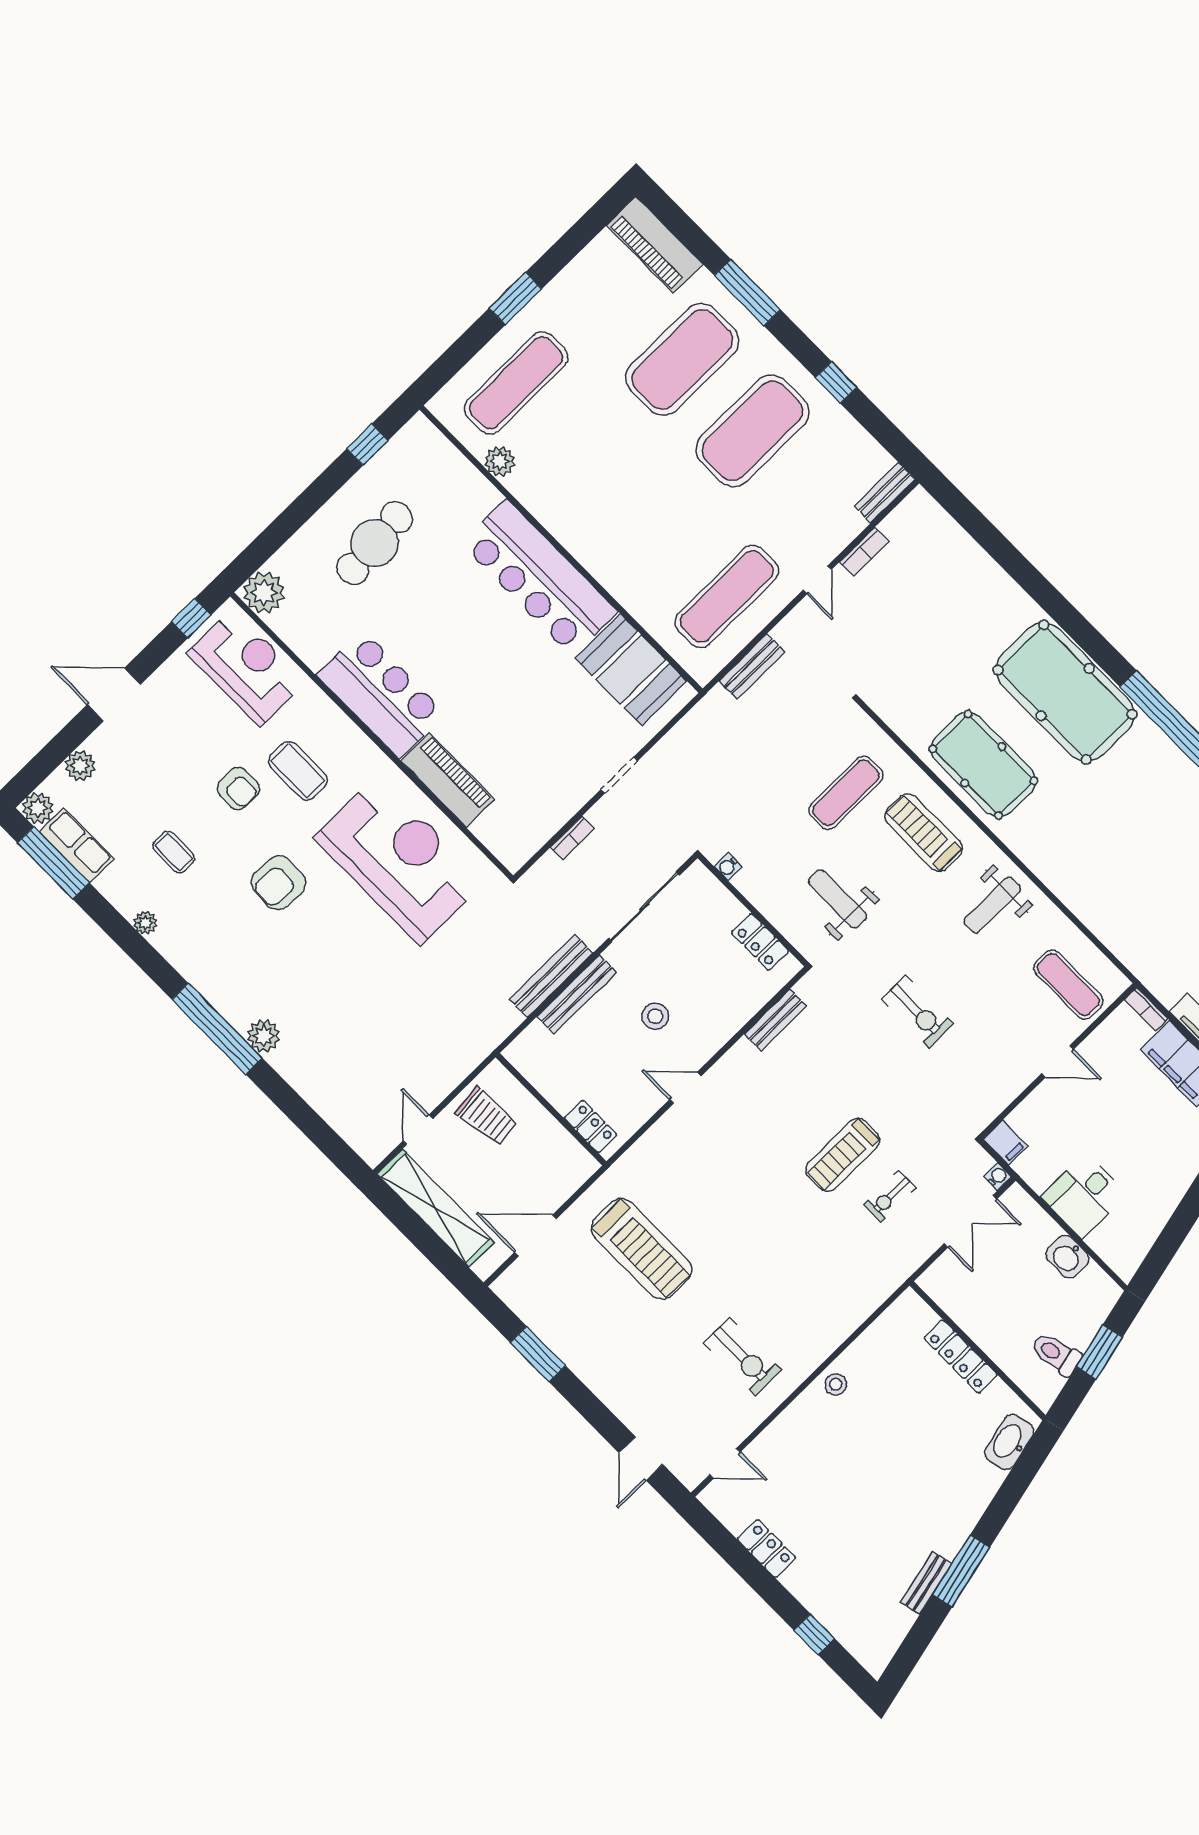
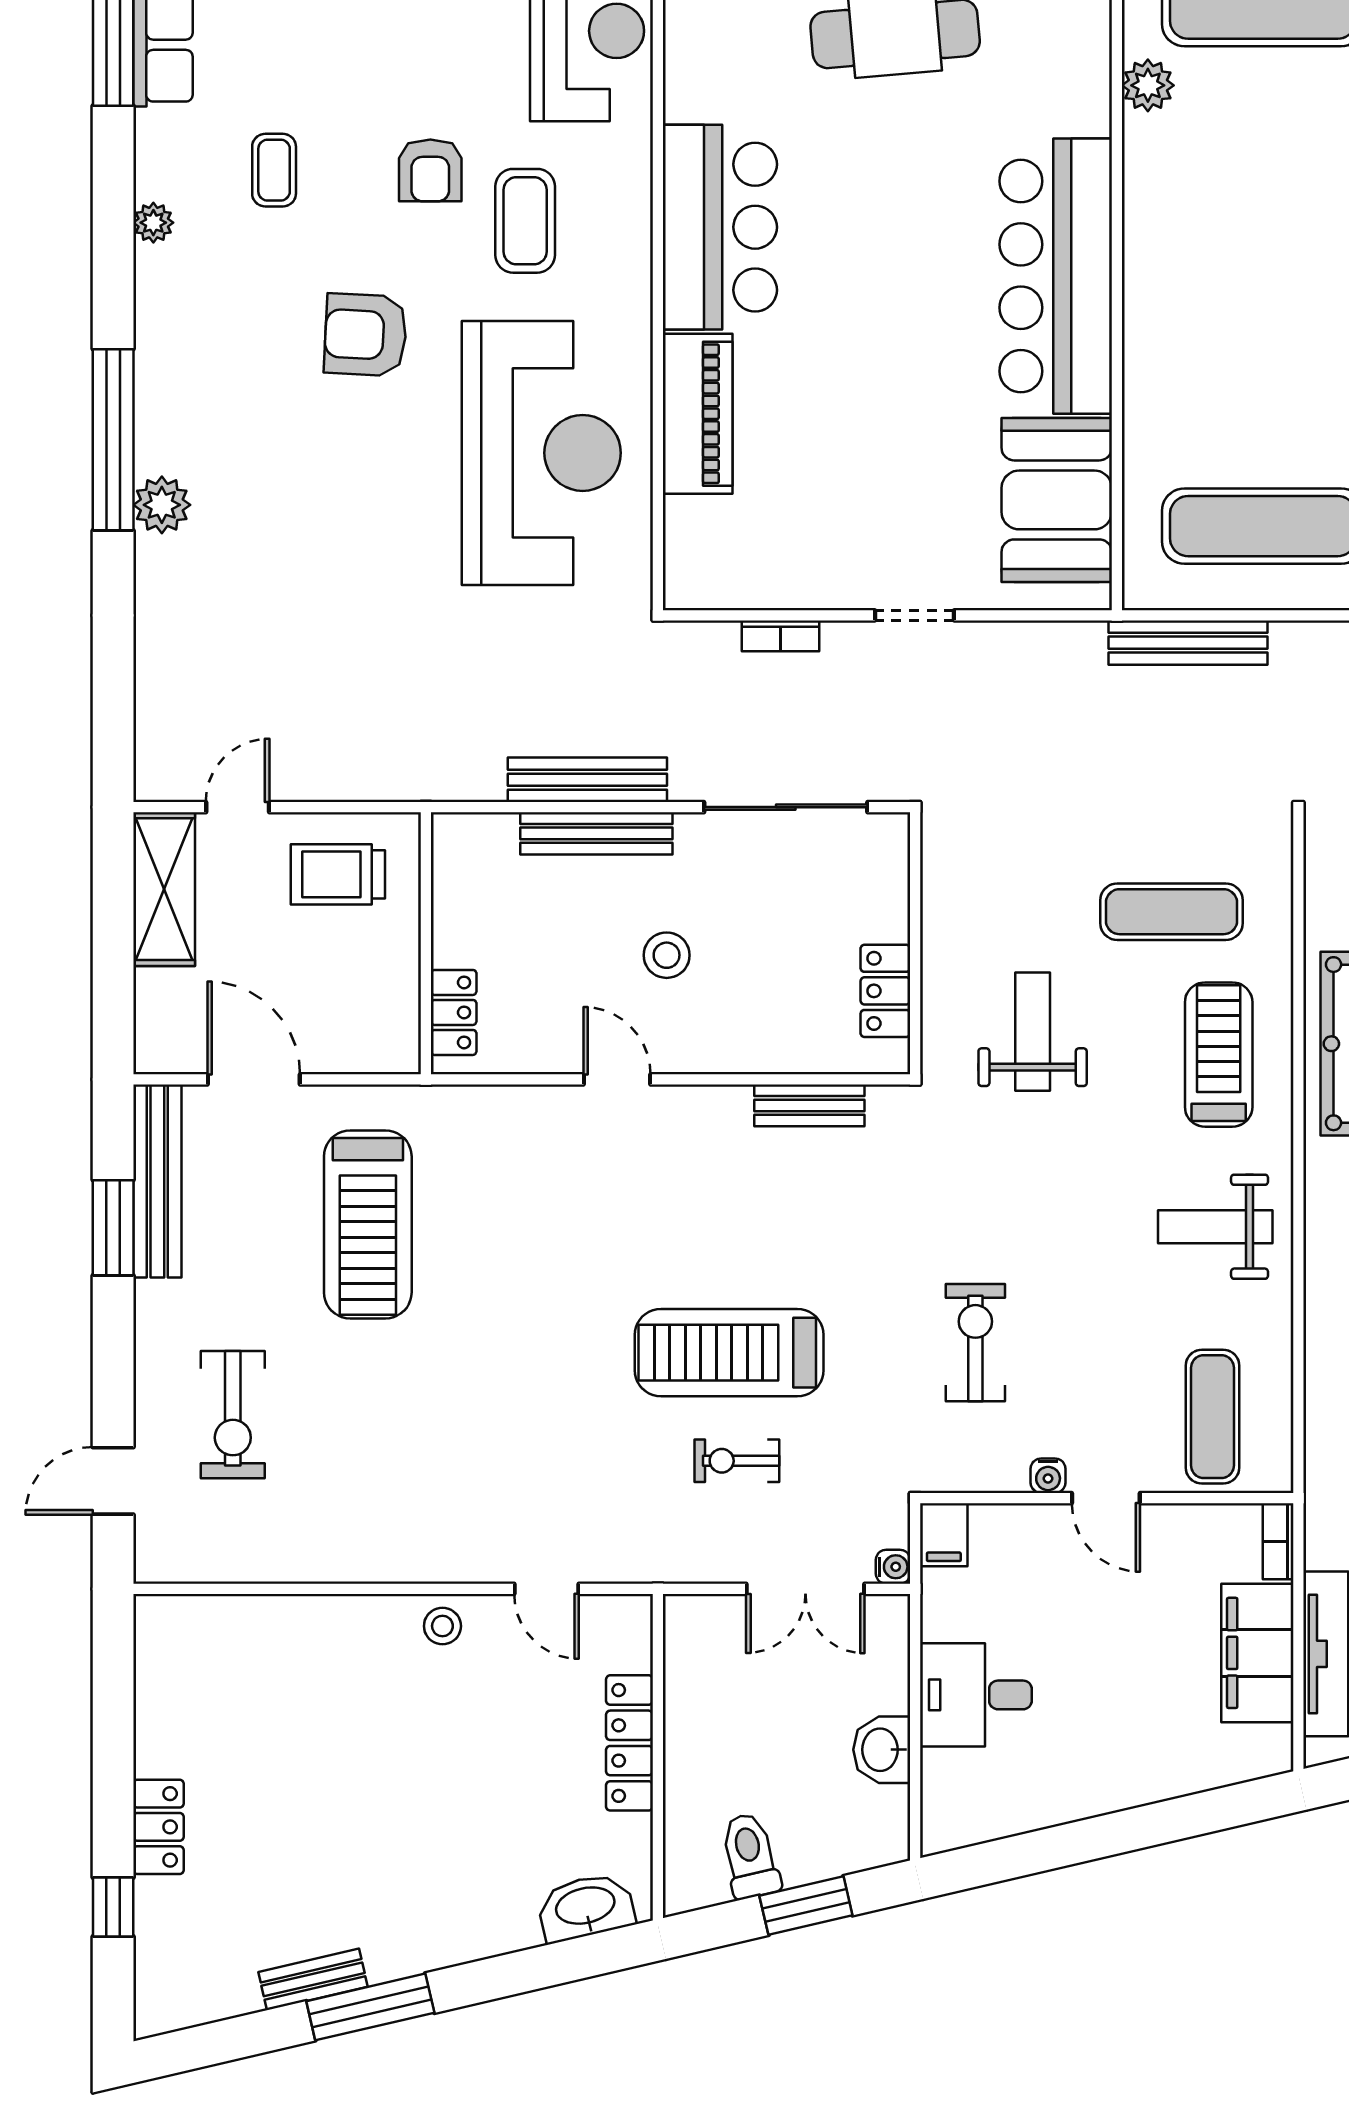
bench: (752, 666) -> (1188, 643), width x1.36
water cooler: (728, 866) -> (1048, 1476), moved, turned -90
exercise bike: (917, 1012) -> (975, 1343), moved, turned 180
trolley: (487, 1117) -> (338, 874), turned 96
treadmill: (843, 1155) -> (729, 1353), width x1.37, depth x1.38
shelving: (436, 1208) -> (164, 889), width x0.68
bench: (537, 1317) -> (157, 1181), added
exercise bike: (743, 1356) -> (233, 1415), moved
door: (725, 1463) -> (546, 1589), moved
locker: (767, 1549) -> (158, 1827), moved

